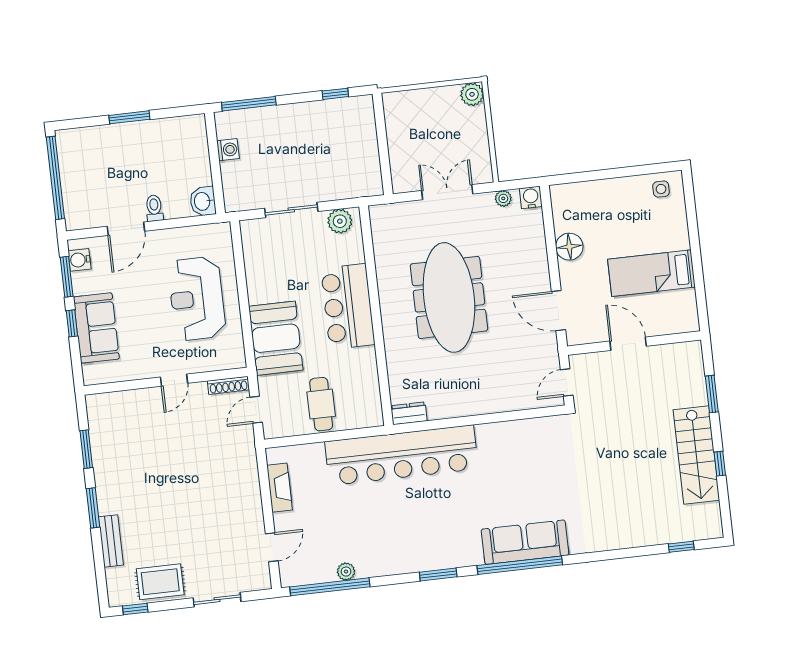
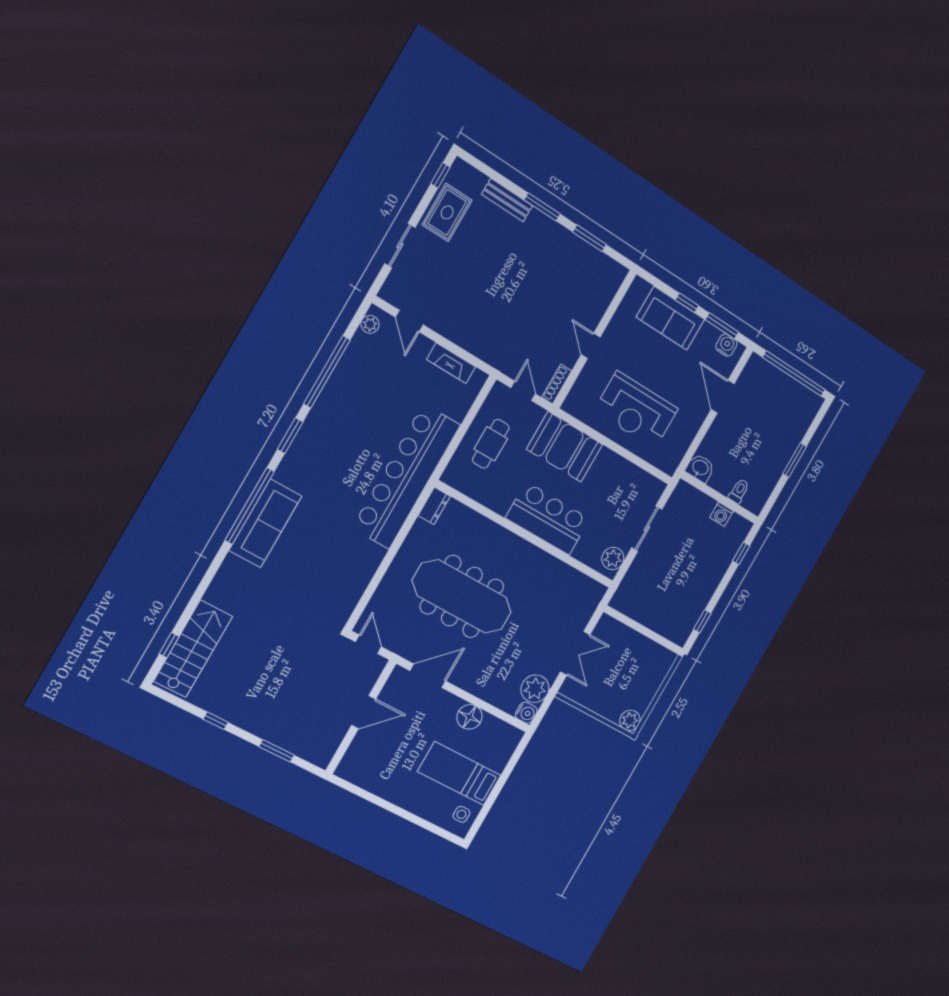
window: (249, 104) -> (741, 553), width x0.46
plant: (503, 198) -> (535, 689), width x1.88, depth x1.88
toilet: (154, 208) -> (739, 491), moved, turned -90
bed: (651, 273) -> (459, 773), moved, turned -90
meeting table: (449, 297) -> (462, 597), moved
reception desk: (197, 299) -> (636, 410), turned 180
cafe table: (321, 404) -> (491, 444), turned 90
stairs: (696, 455) -> (193, 649), moved, turned 90
plant: (346, 572) -> (370, 324), moved
window: (330, 587) -> (327, 372), moved

